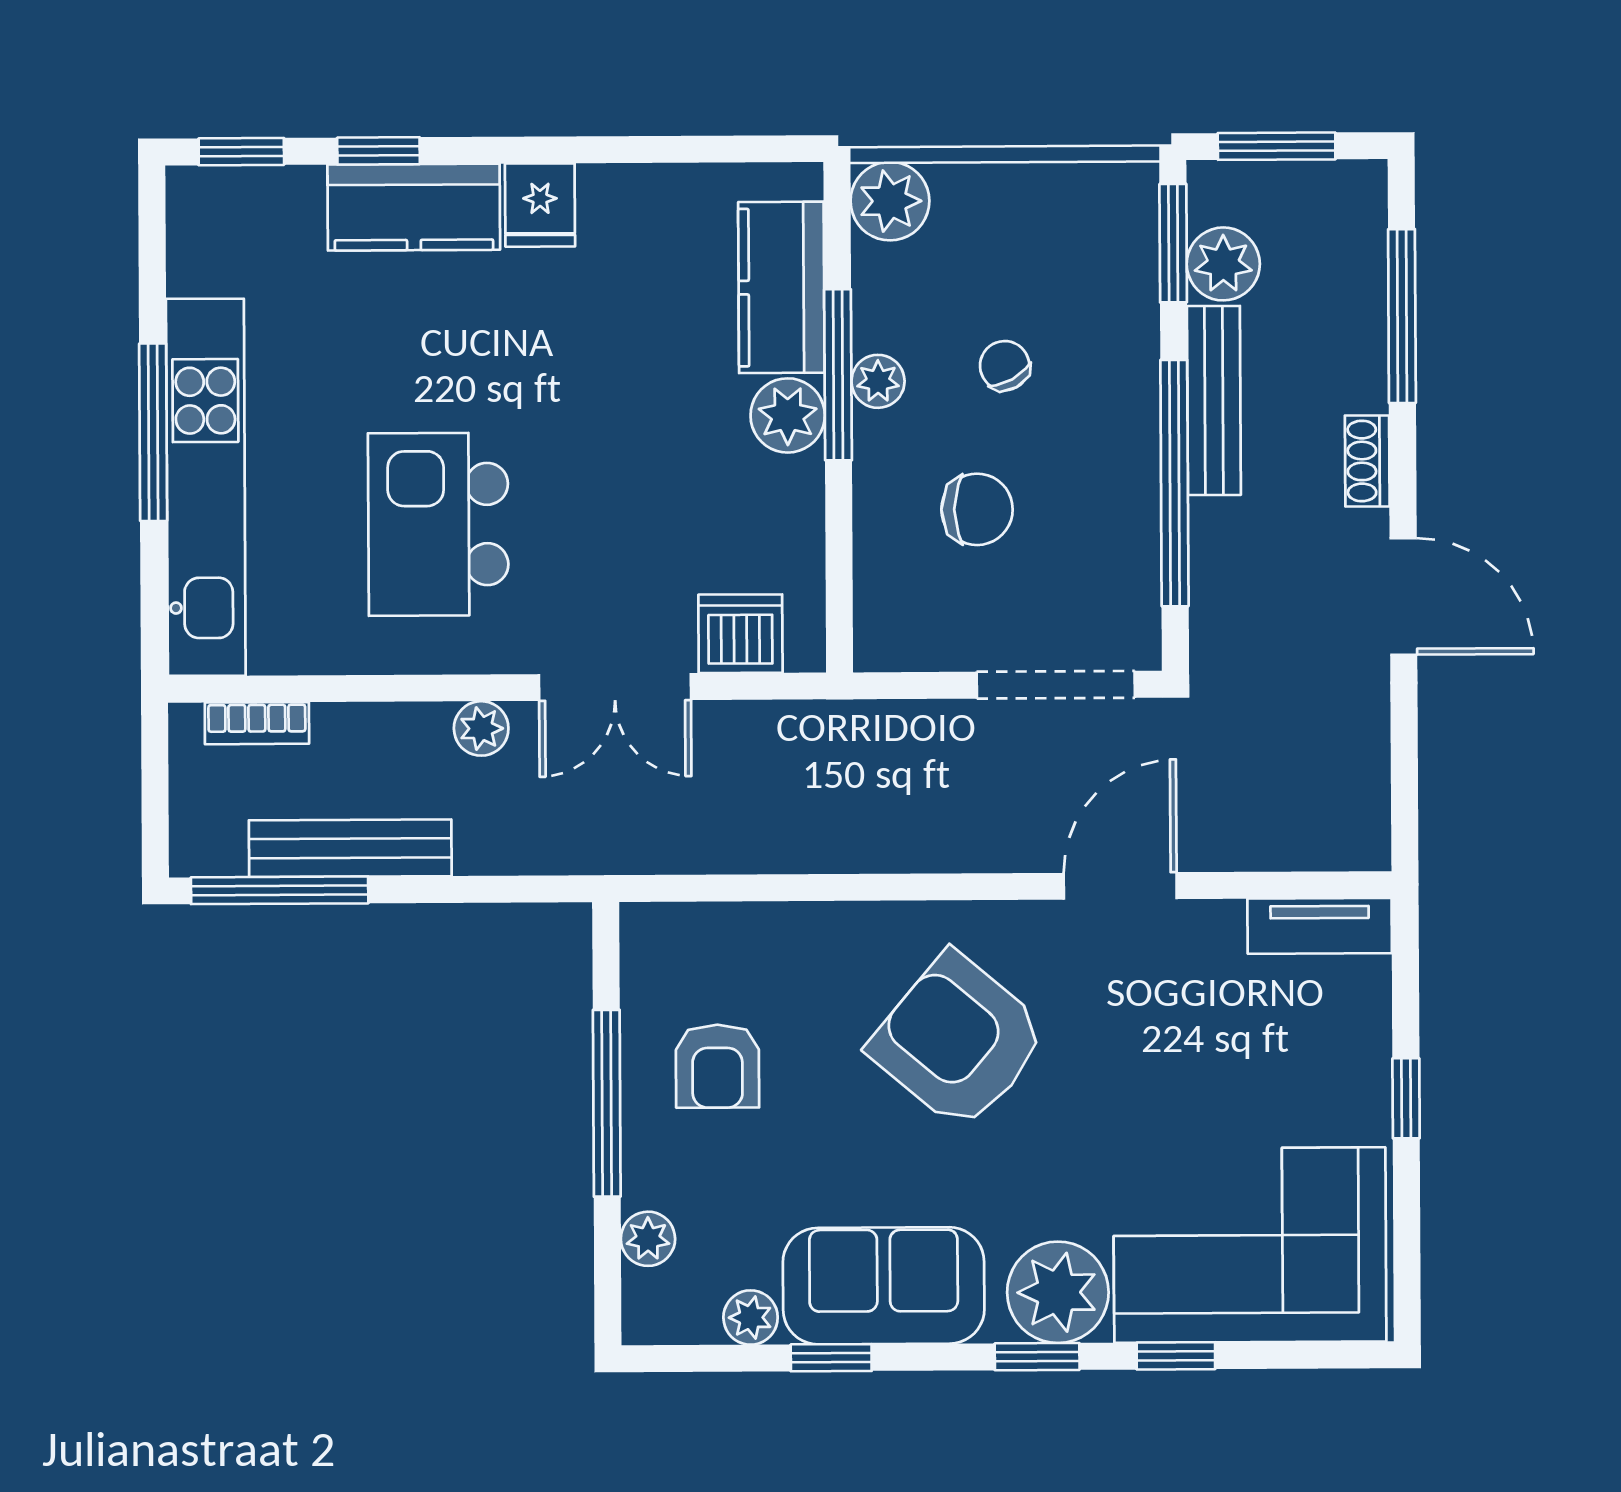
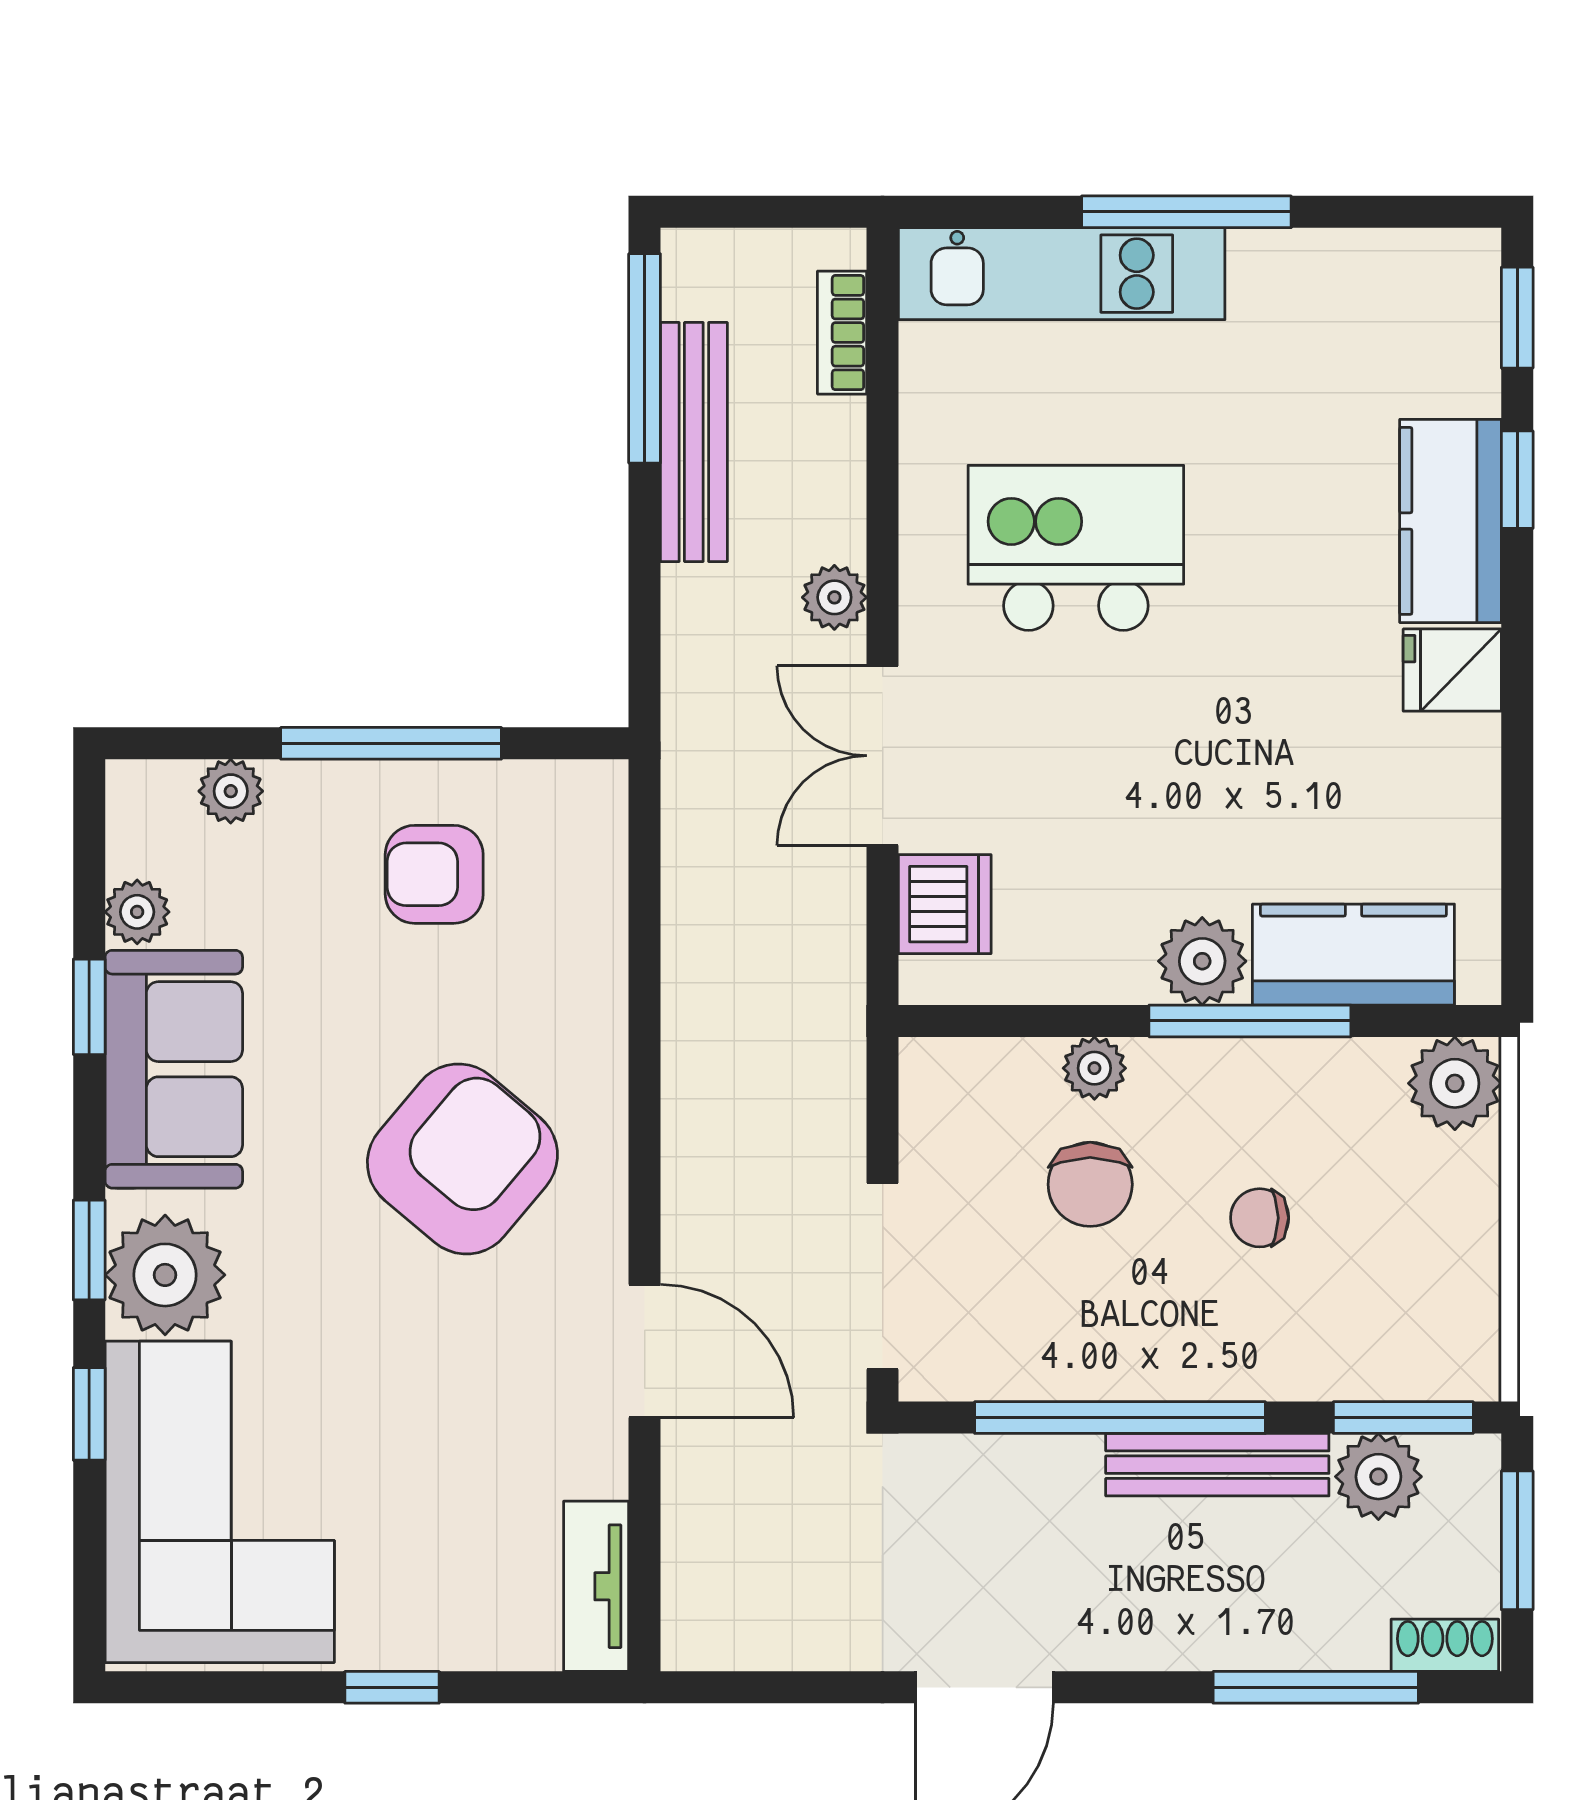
chair: (1005, 366) -> (1260, 1218), turned -151
plant: (878, 381) -> (1094, 1068), moved
shoe rack: (1367, 461) -> (1445, 1645), moved
kitchen unit: (206, 487) -> (1062, 274), width x0.73

